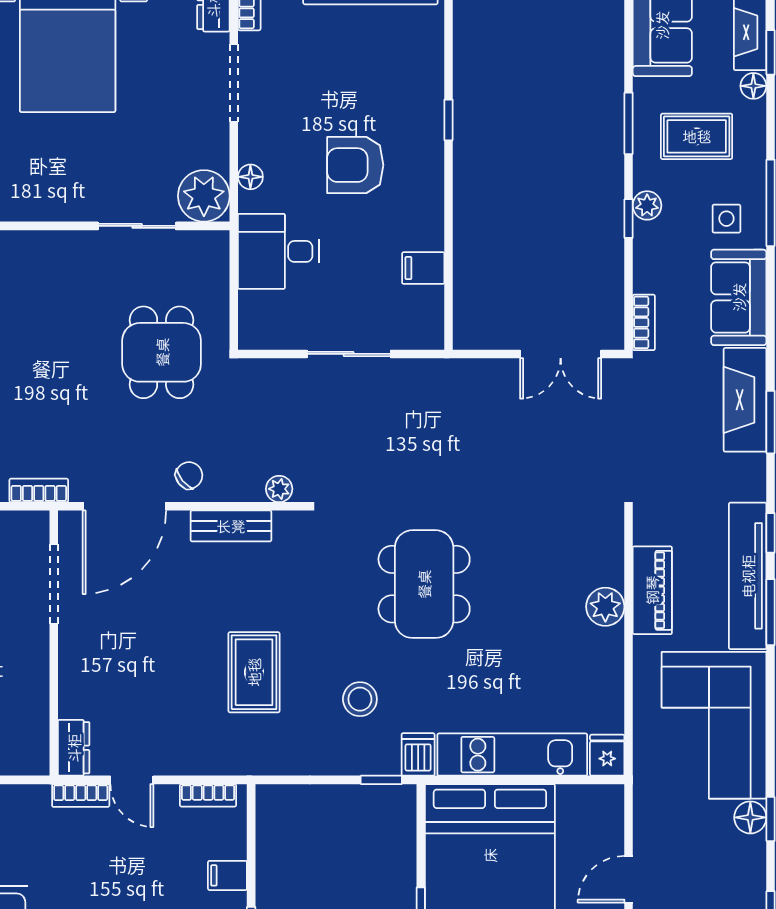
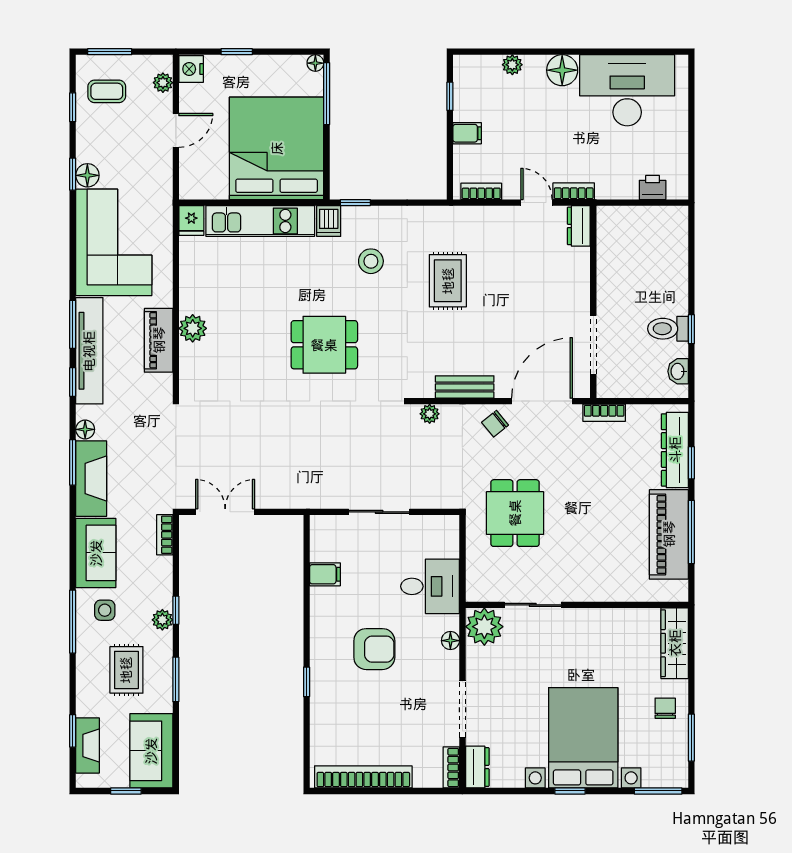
floor lamp: (753, 86) -> (85, 429), moved
rug: (697, 136) -> (126, 670), turned 90
dining table: (424, 584) -> (324, 345), width x0.73

